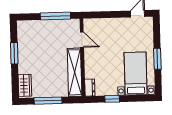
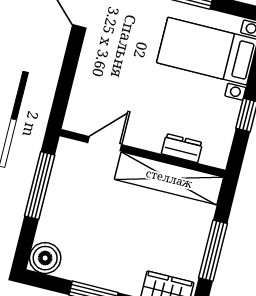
boiler: (24, 27) -> (45, 258), added
dresser: (90, 88) -> (182, 148), moved

